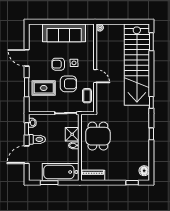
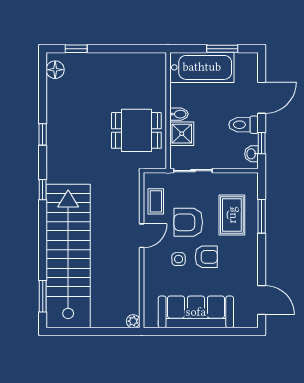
door: (27, 58) -> (262, 300), moved
door: (95, 76) -> (142, 236), swing flipped
rug: (44, 88) -> (232, 215), turned 90
dining table: (98, 136) -> (136, 130), turned 90
piano: (93, 175) -> (146, 62), removed

